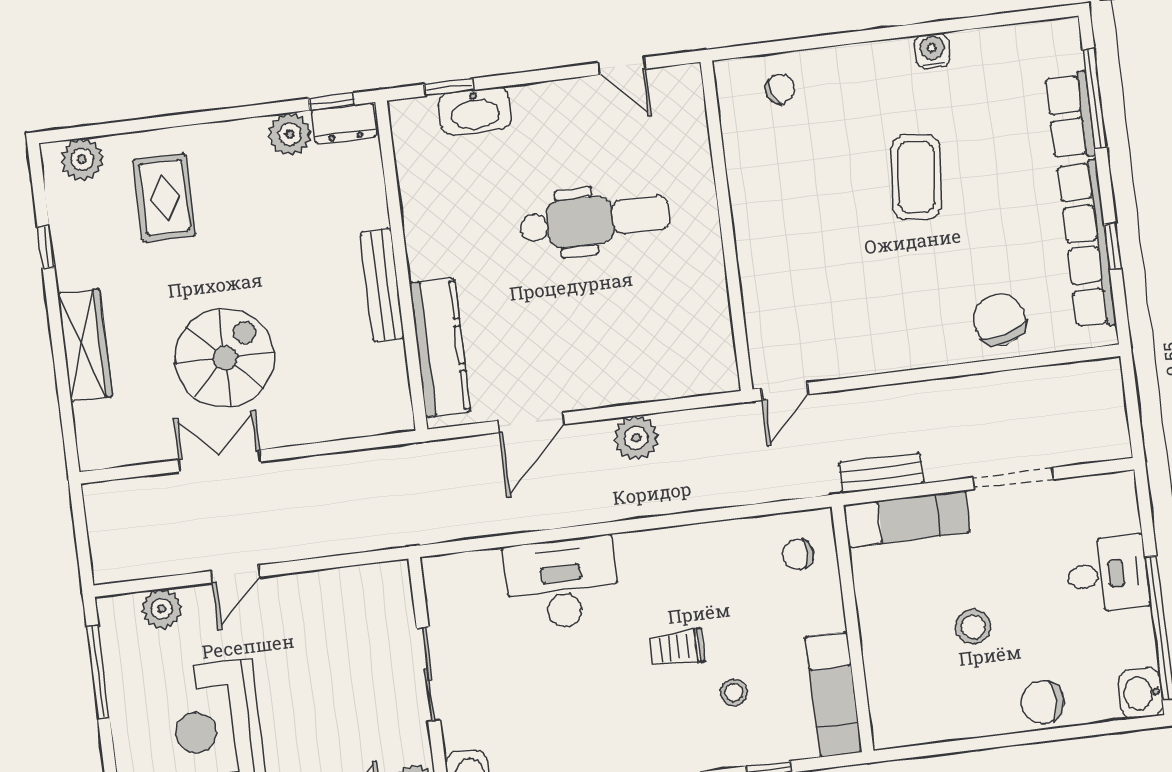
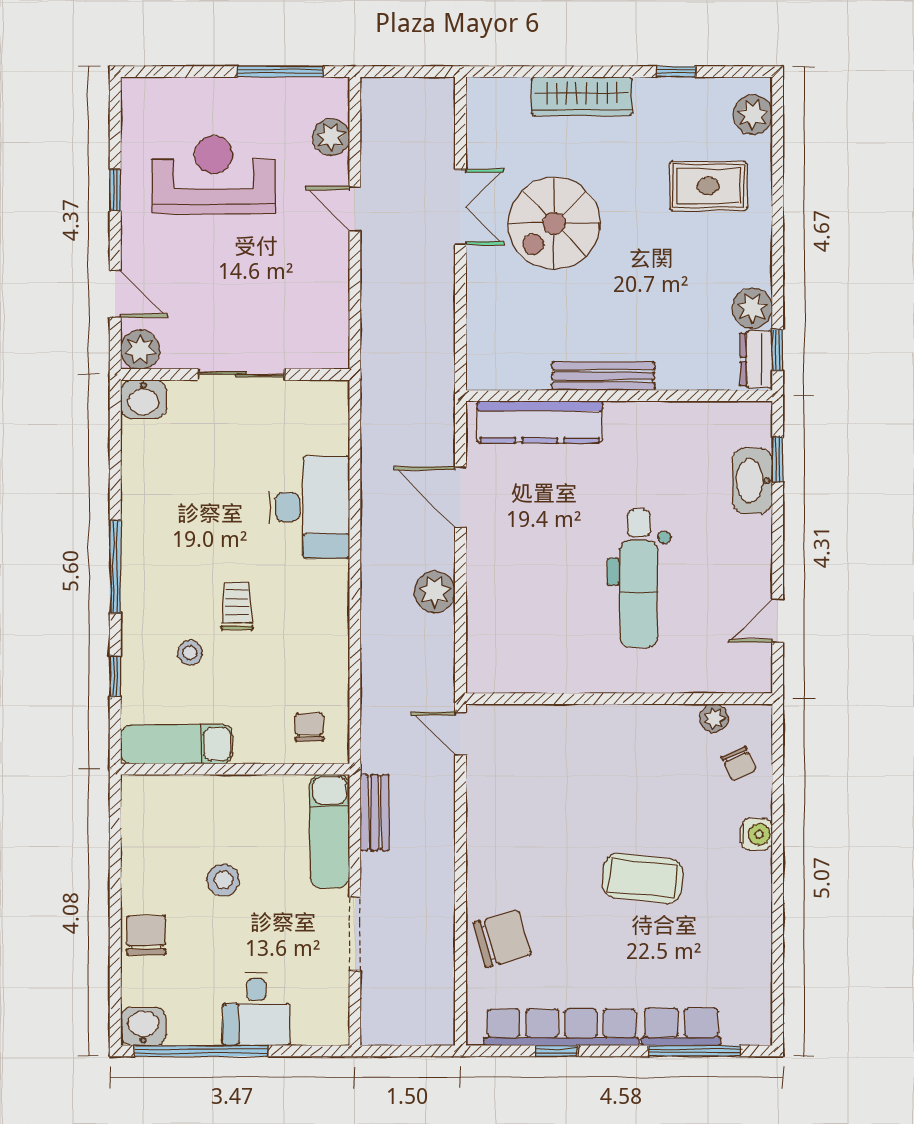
water cooler: (932, 51) -> (757, 834), moved
plant: (735, 121) -> (714, 718), added
spiral stairs: (225, 358) -> (554, 223), turned 90

